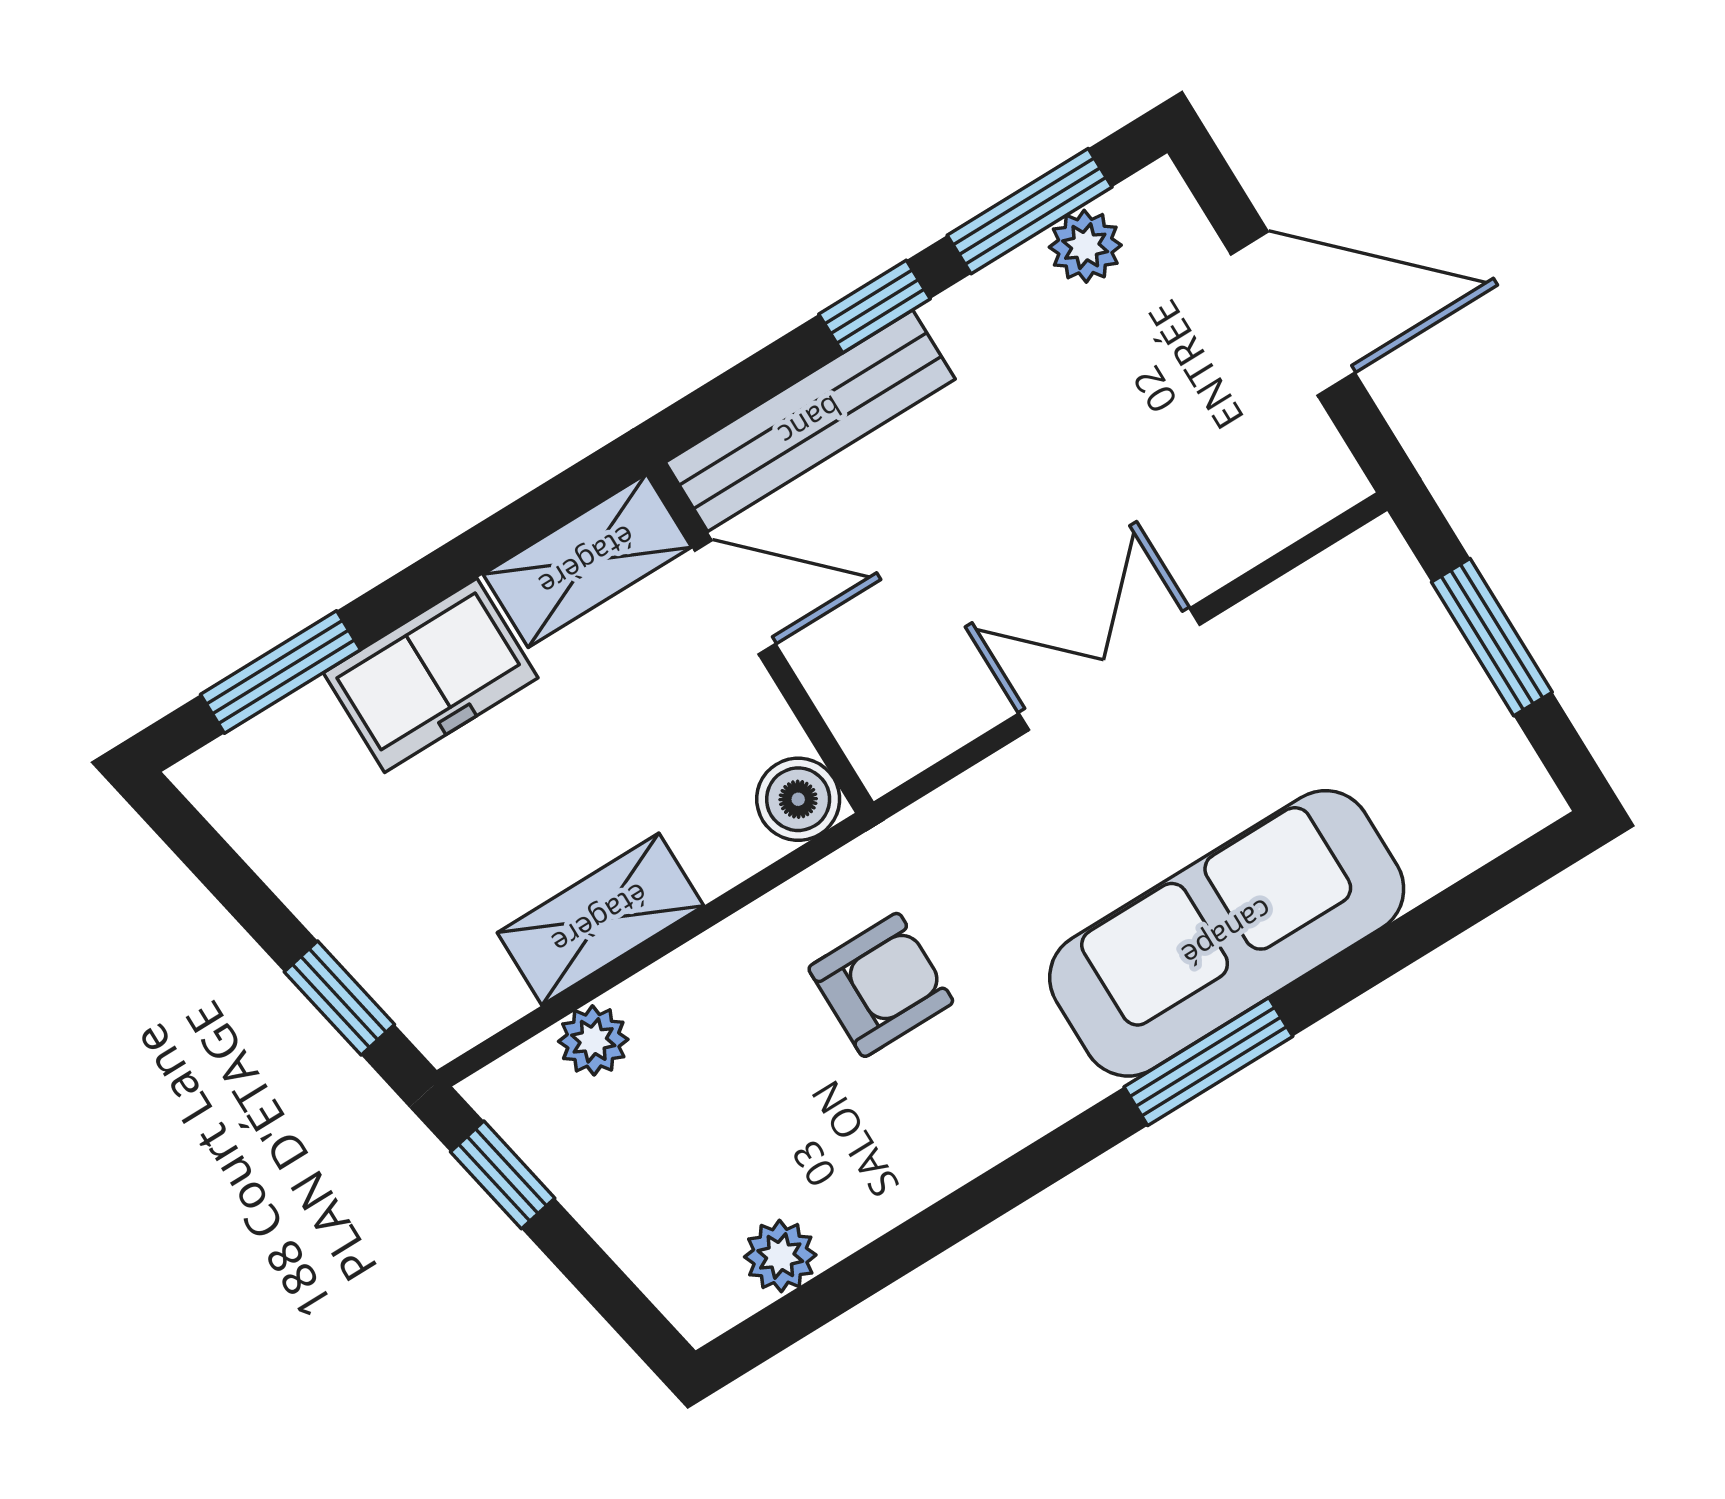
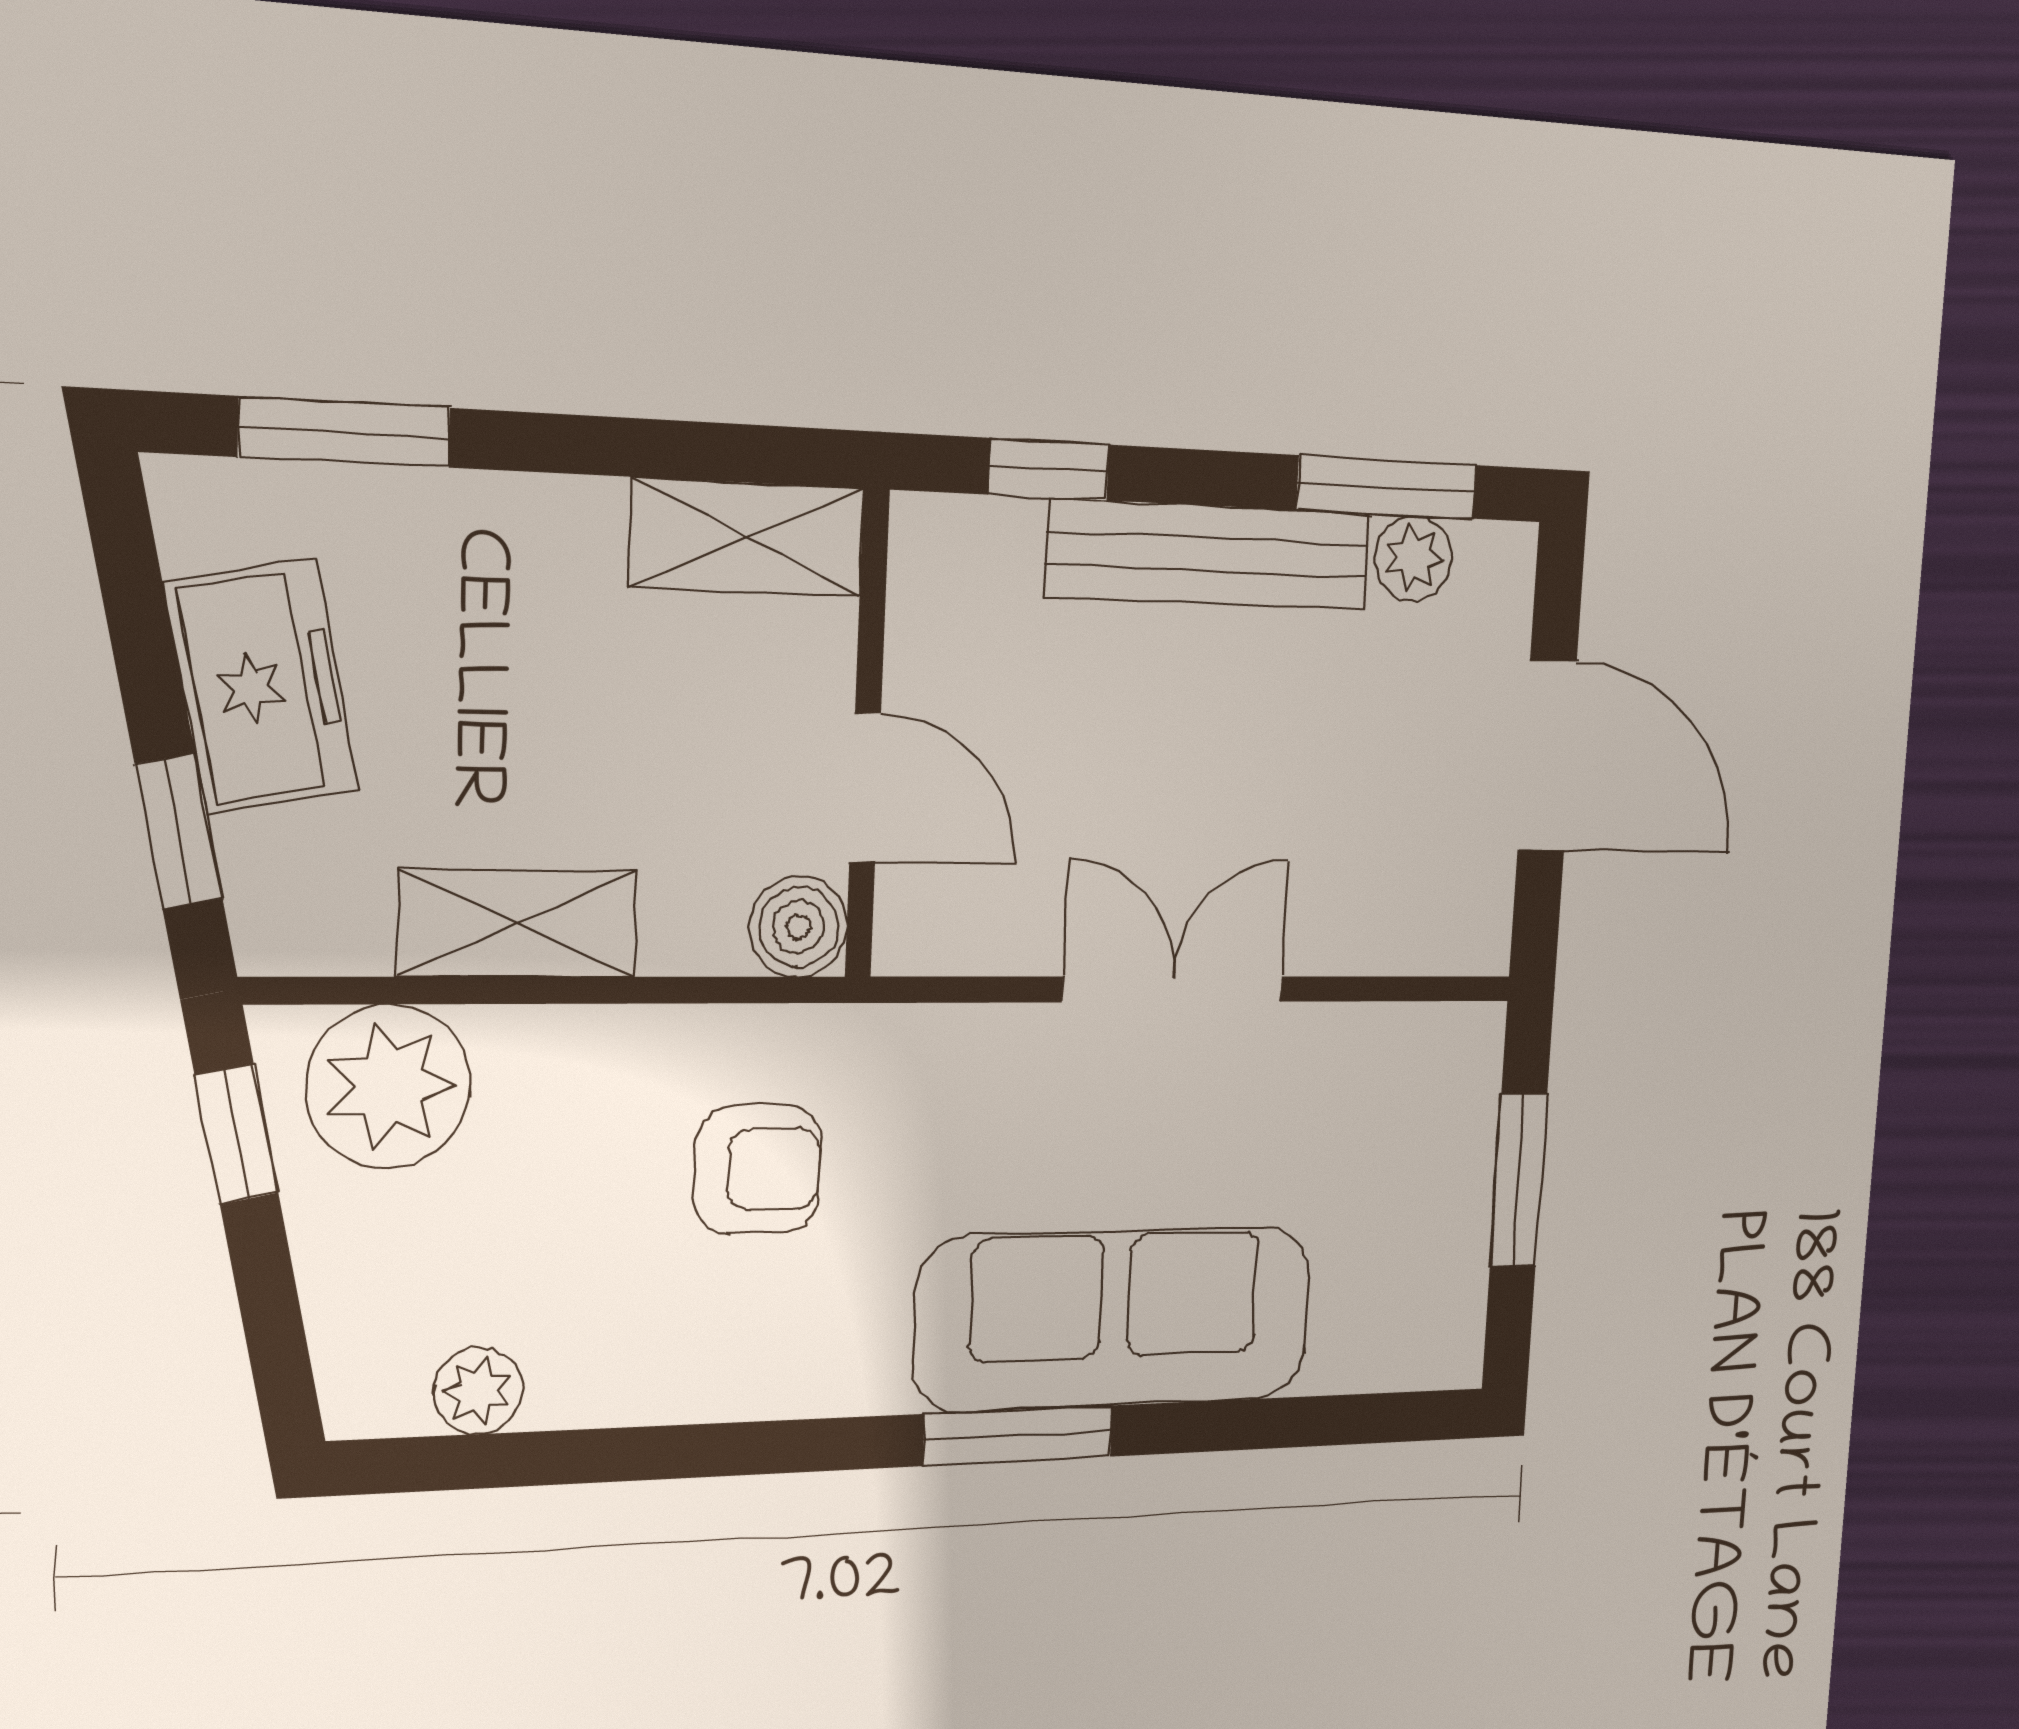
window: (875, 307) -> (1049, 469), moved
bench: (810, 421) -> (1209, 555), moved
door: (735, 597) -> (865, 788), moved
freezer: (431, 675) -> (262, 687), moved, turned -101
plant: (593, 1040) -> (388, 1086), width x1.87, depth x1.87

